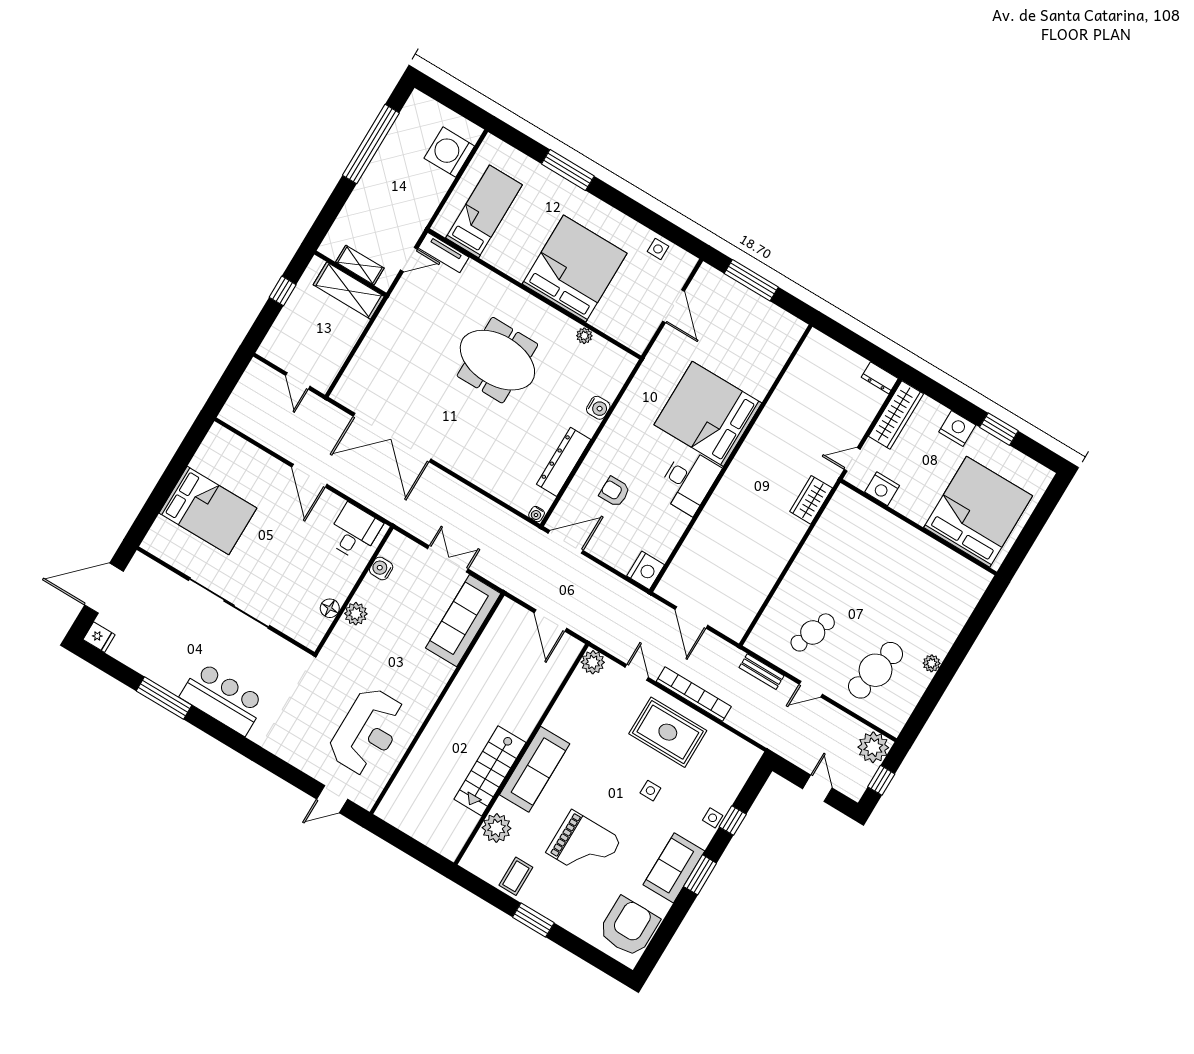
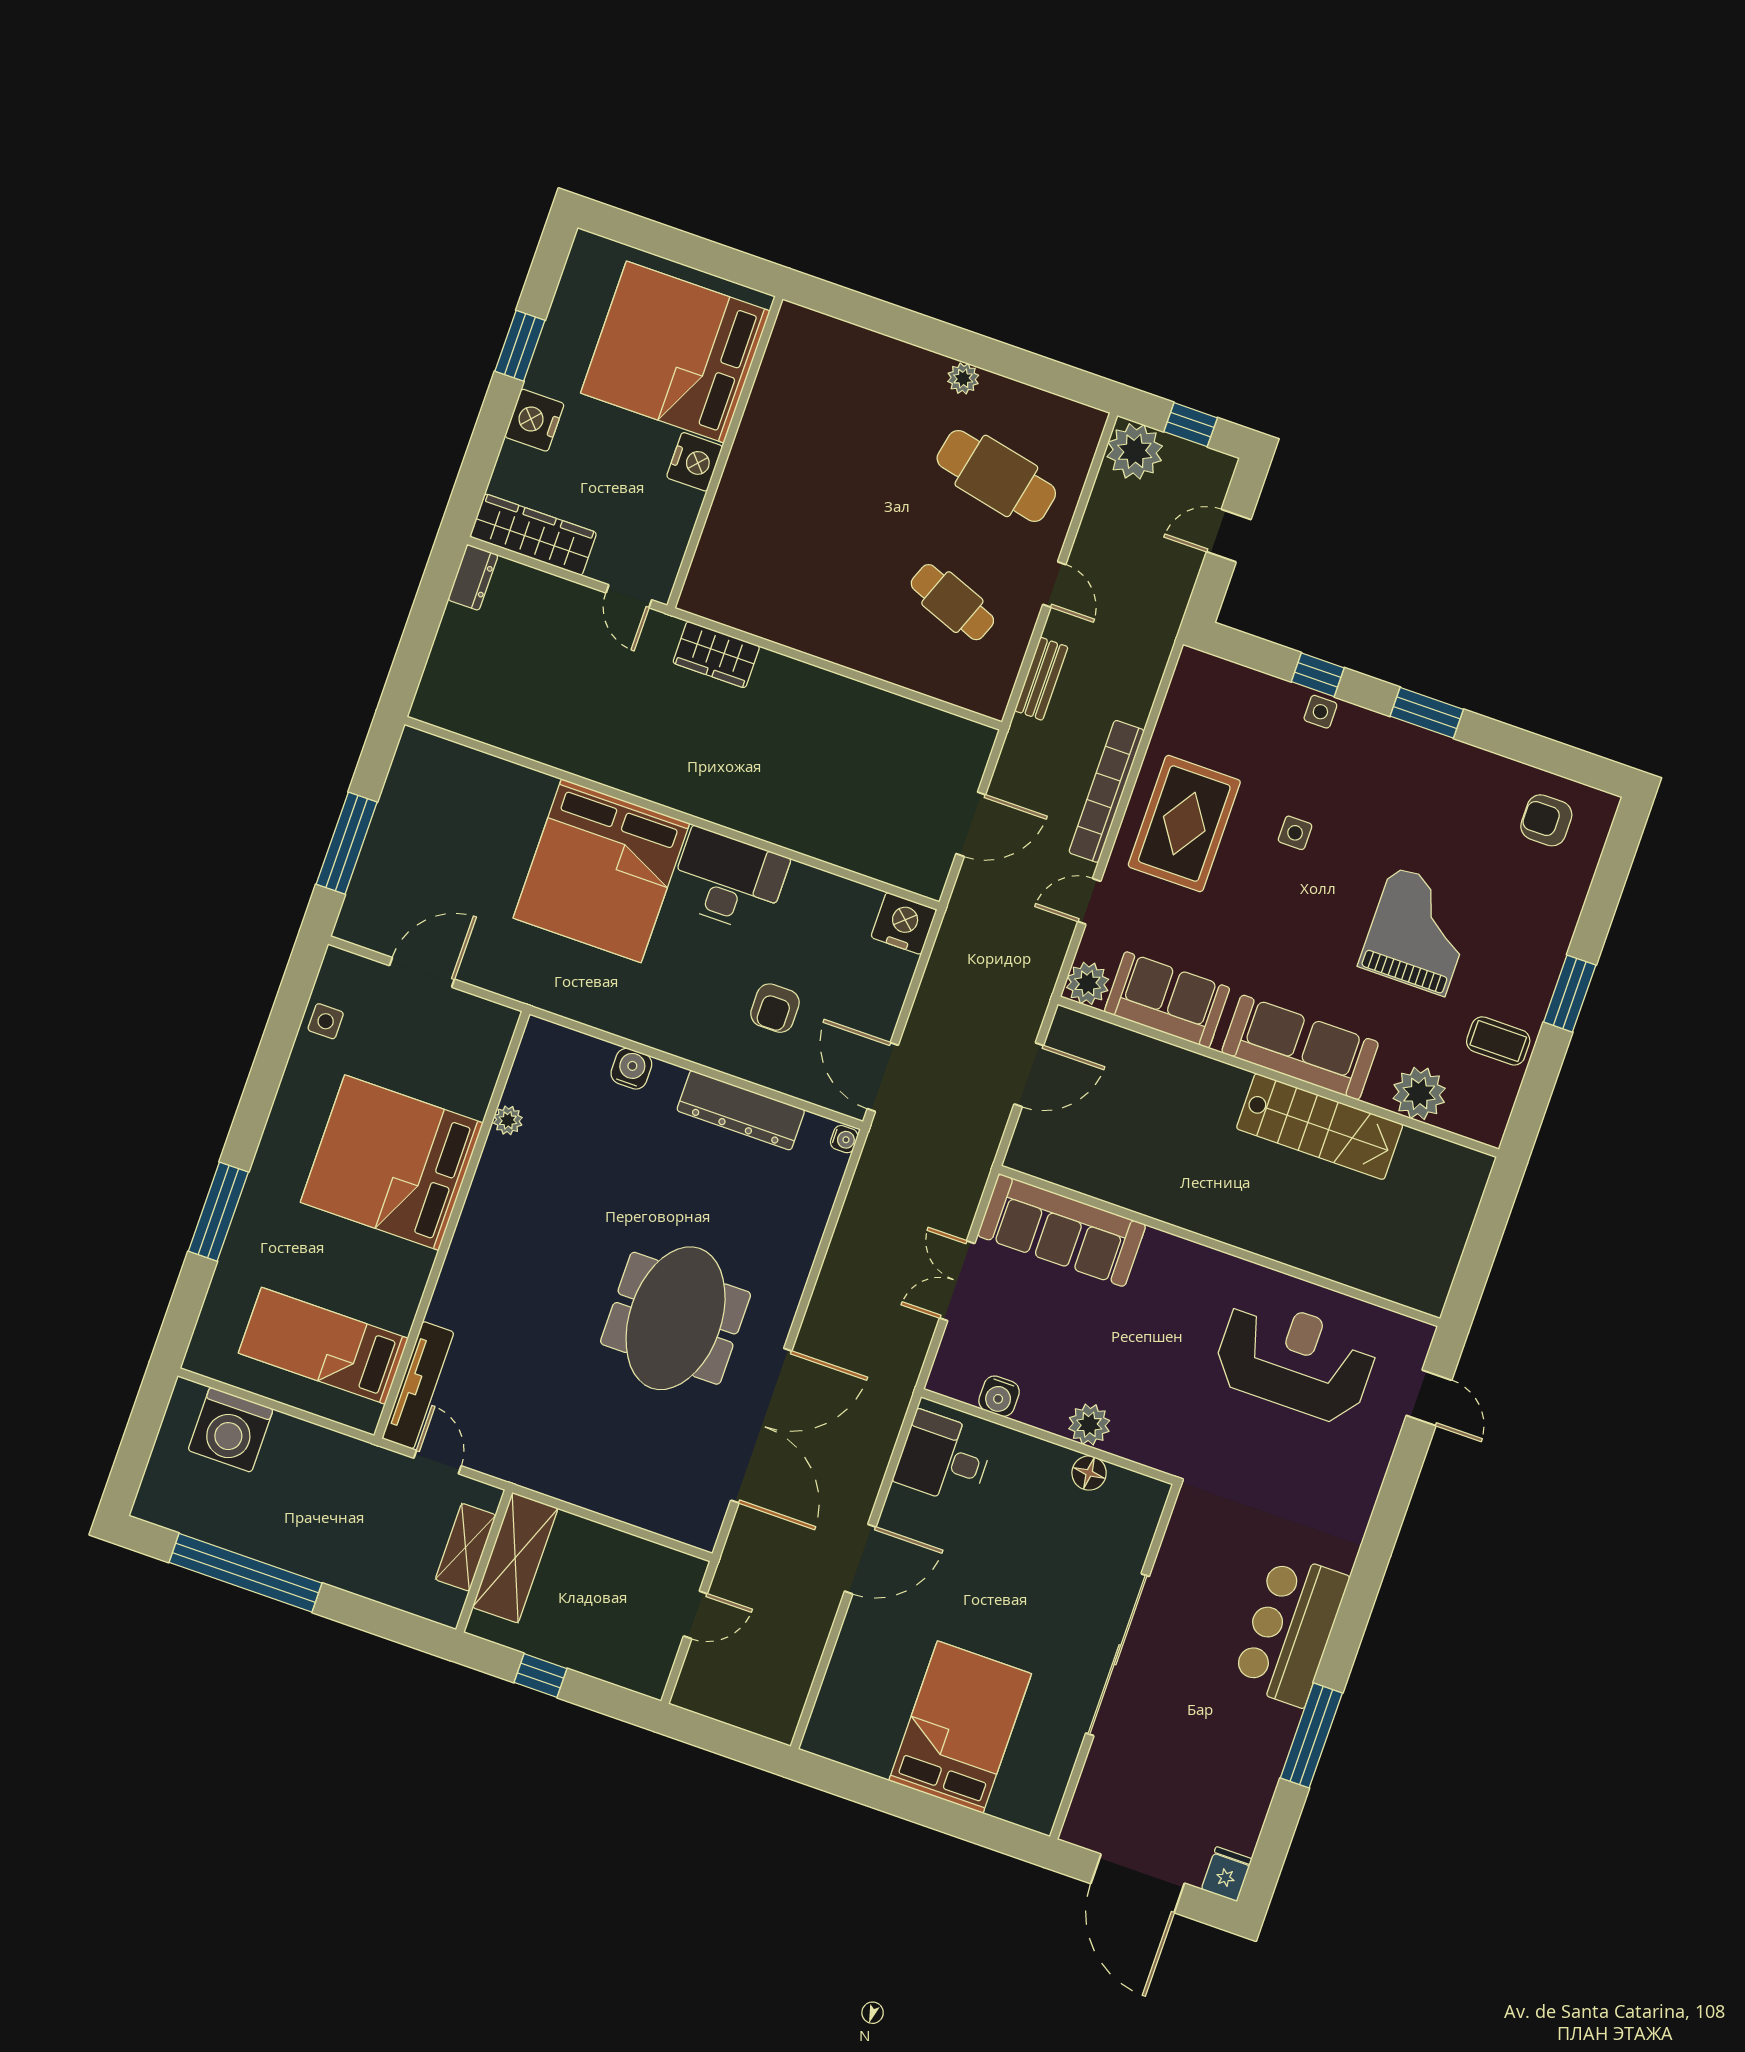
tv unit: (444, 253) -> (418, 1385), width x1.41
meeting table: (497, 360) -> (676, 1318), moved
nightstand: (882, 489) -> (695, 462), moved
sofa: (674, 868) -> (1167, 1000), moved, turned 180
armchair: (629, 927) -> (1546, 820), width x0.53, depth x0.53

